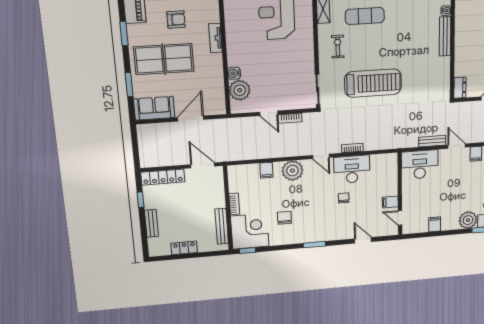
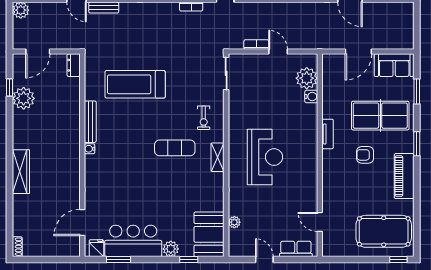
treadmill: (373, 83) -> (135, 84), moved

